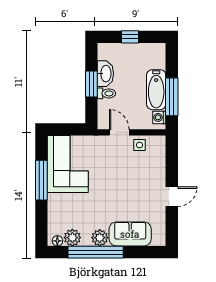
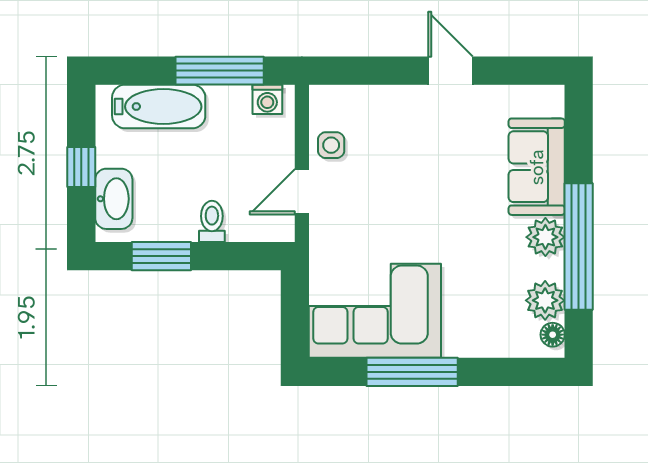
washbasin: (105, 74) -> (114, 199), moved, turned 90
window: (91, 84) -> (161, 256), moved
bathtub: (156, 90) -> (159, 107), moved

